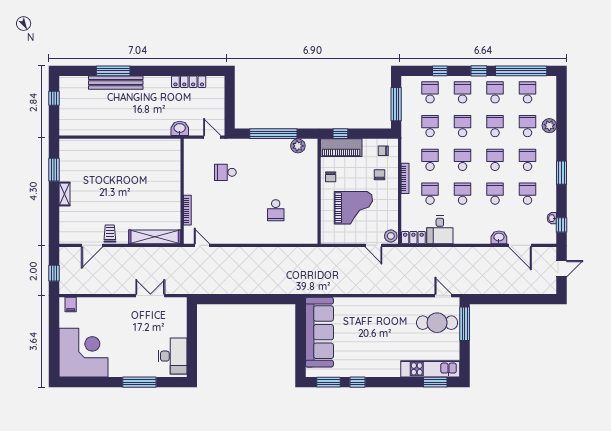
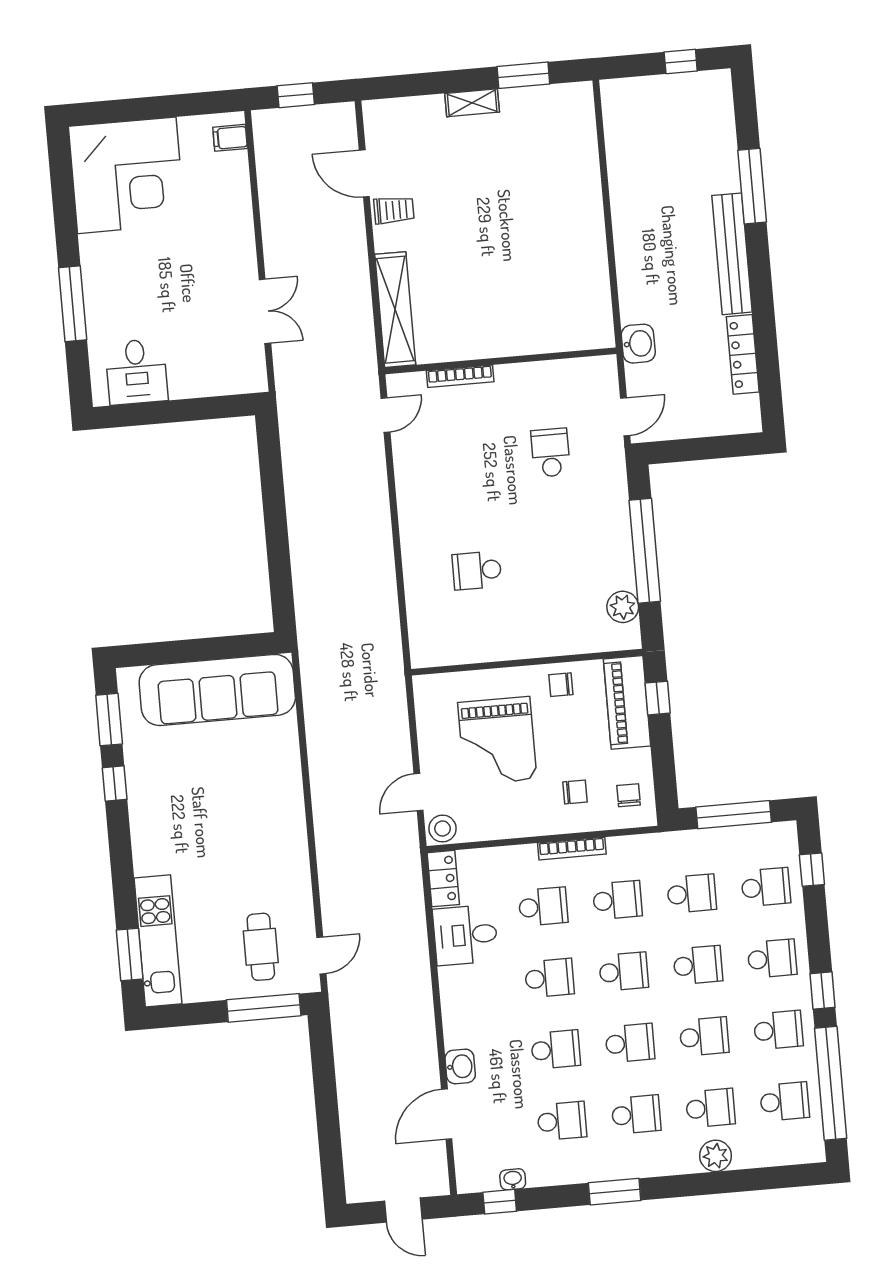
window: (440, 71) -> (812, 870), moved
bench: (116, 83) -> (732, 254), moved
cafe table: (437, 323) -> (261, 947), width x0.73, depth x0.74
desk: (173, 356) -> (136, 372), width x0.73

